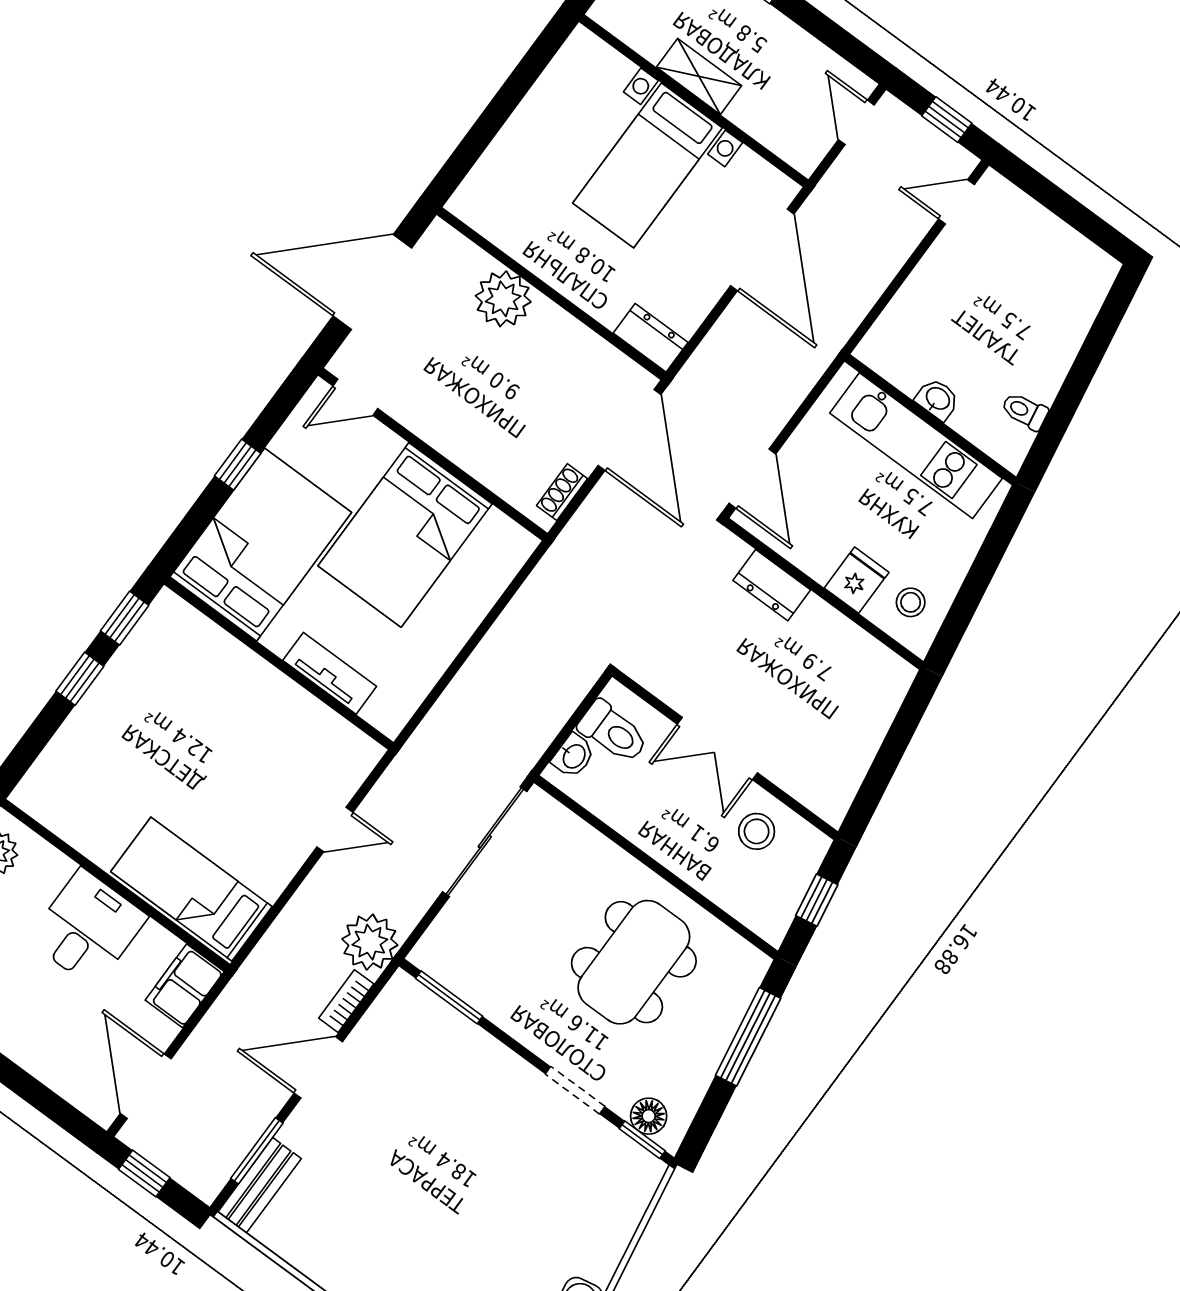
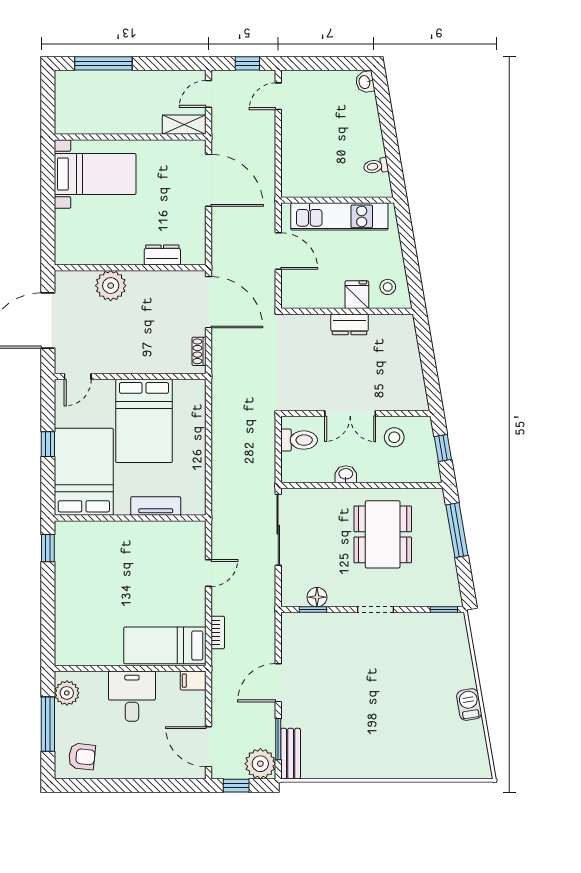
shelving: (699, 76) -> (184, 125), moved
door: (856, 122) -> (209, 94), hinge flipped
bed with nightstands: (647, 165) -> (95, 174), moved, turned -90
dresser: (651, 338) -> (162, 255), moved
washbasin: (937, 399) -> (365, 82), moved, turned -100
door: (752, 479) -> (278, 251), moved
dresser: (772, 585) -> (350, 324), moved
window: (80, 679) -> (48, 589), removed
washbasin: (573, 756) -> (346, 474), moved, turned -90
plant: (370, 942) -> (260, 764), moved
filing cabinet: (185, 986) -> (193, 681), width x0.50
window: (449, 997) -> (313, 610), width x0.67
bookcase: (346, 1001) -> (218, 633), moved, turned 180
doorway: (575, 1090) -> (376, 610), moved
floor lamp: (649, 1116) -> (317, 597), moved

